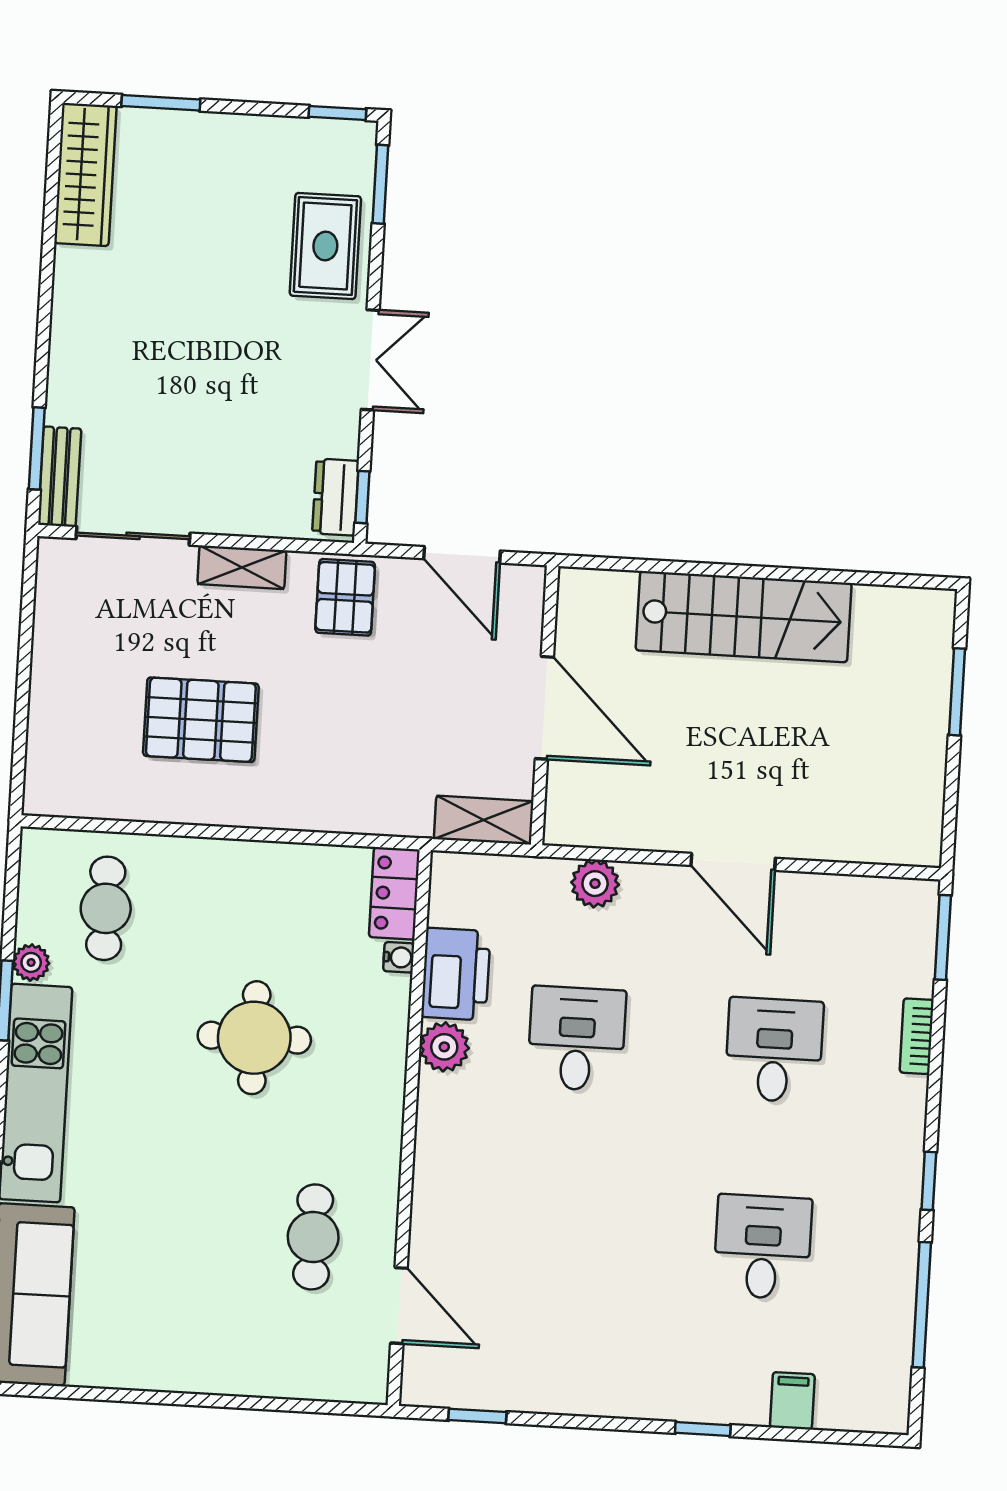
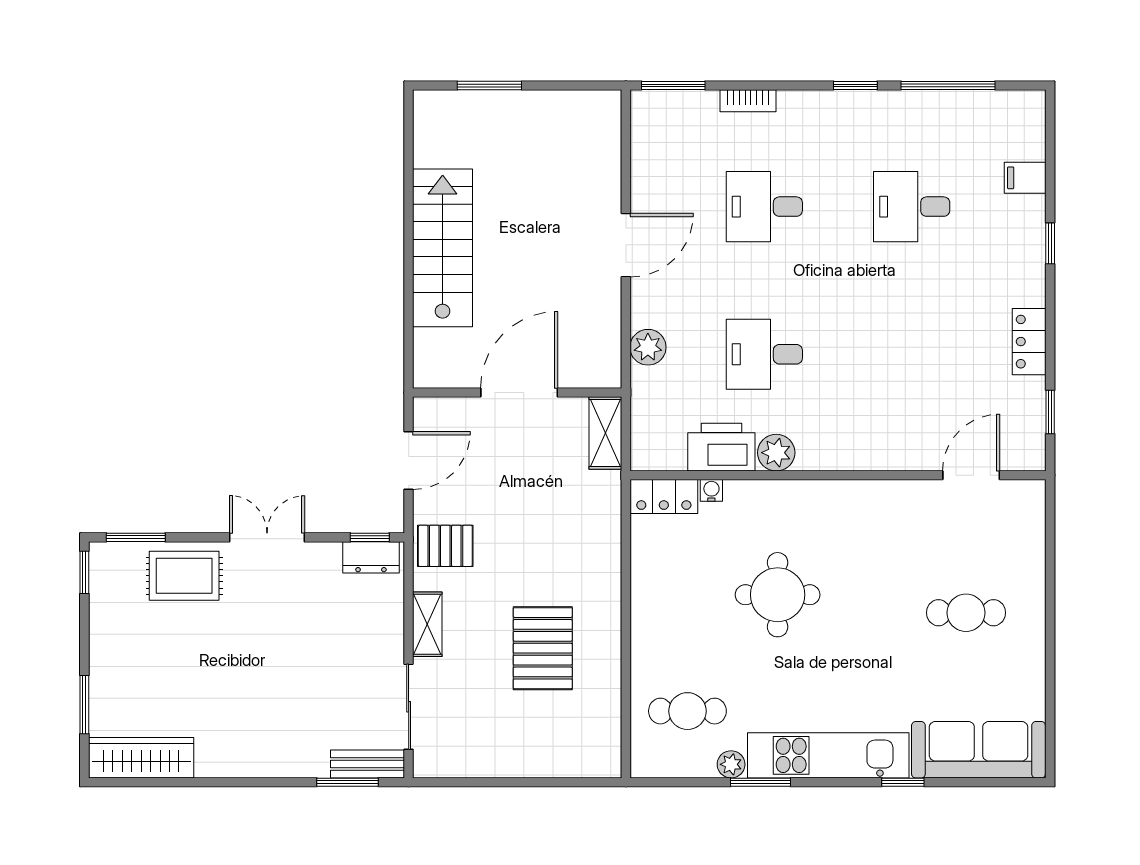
cafe table: (313, 1237) -> (966, 613), moved
locker: (573, 1393) -> (1029, 342), added

